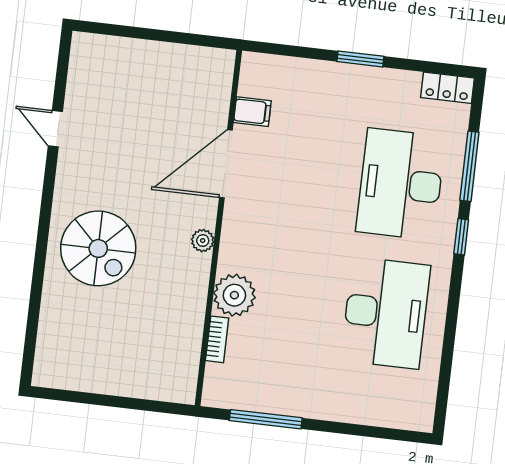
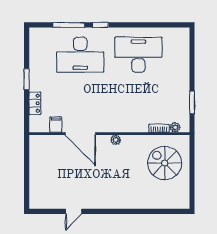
locker: (447, 88) -> (35, 103), moved
spiral stairs: (98, 248) -> (165, 163), moved, turned -90
plant: (234, 295) -> (175, 127), moved, width x0.53, depth x0.53
window: (266, 419) -> (192, 102), width x0.69

